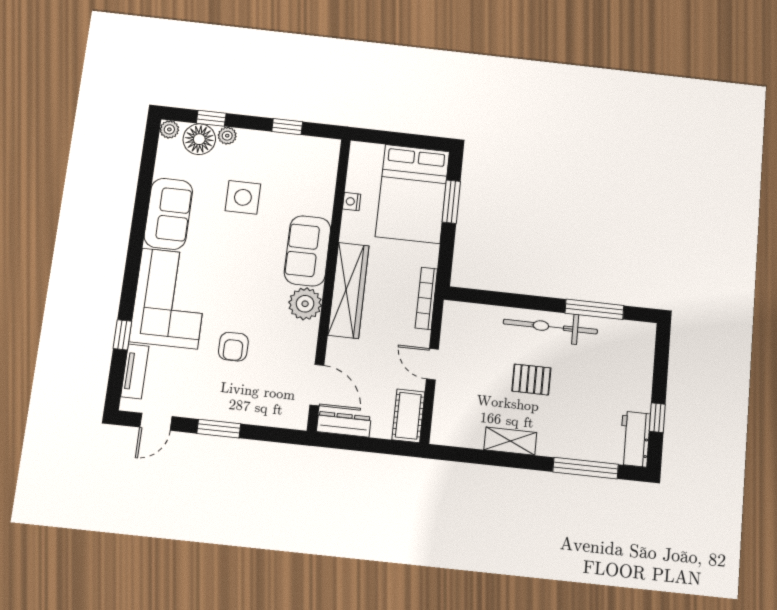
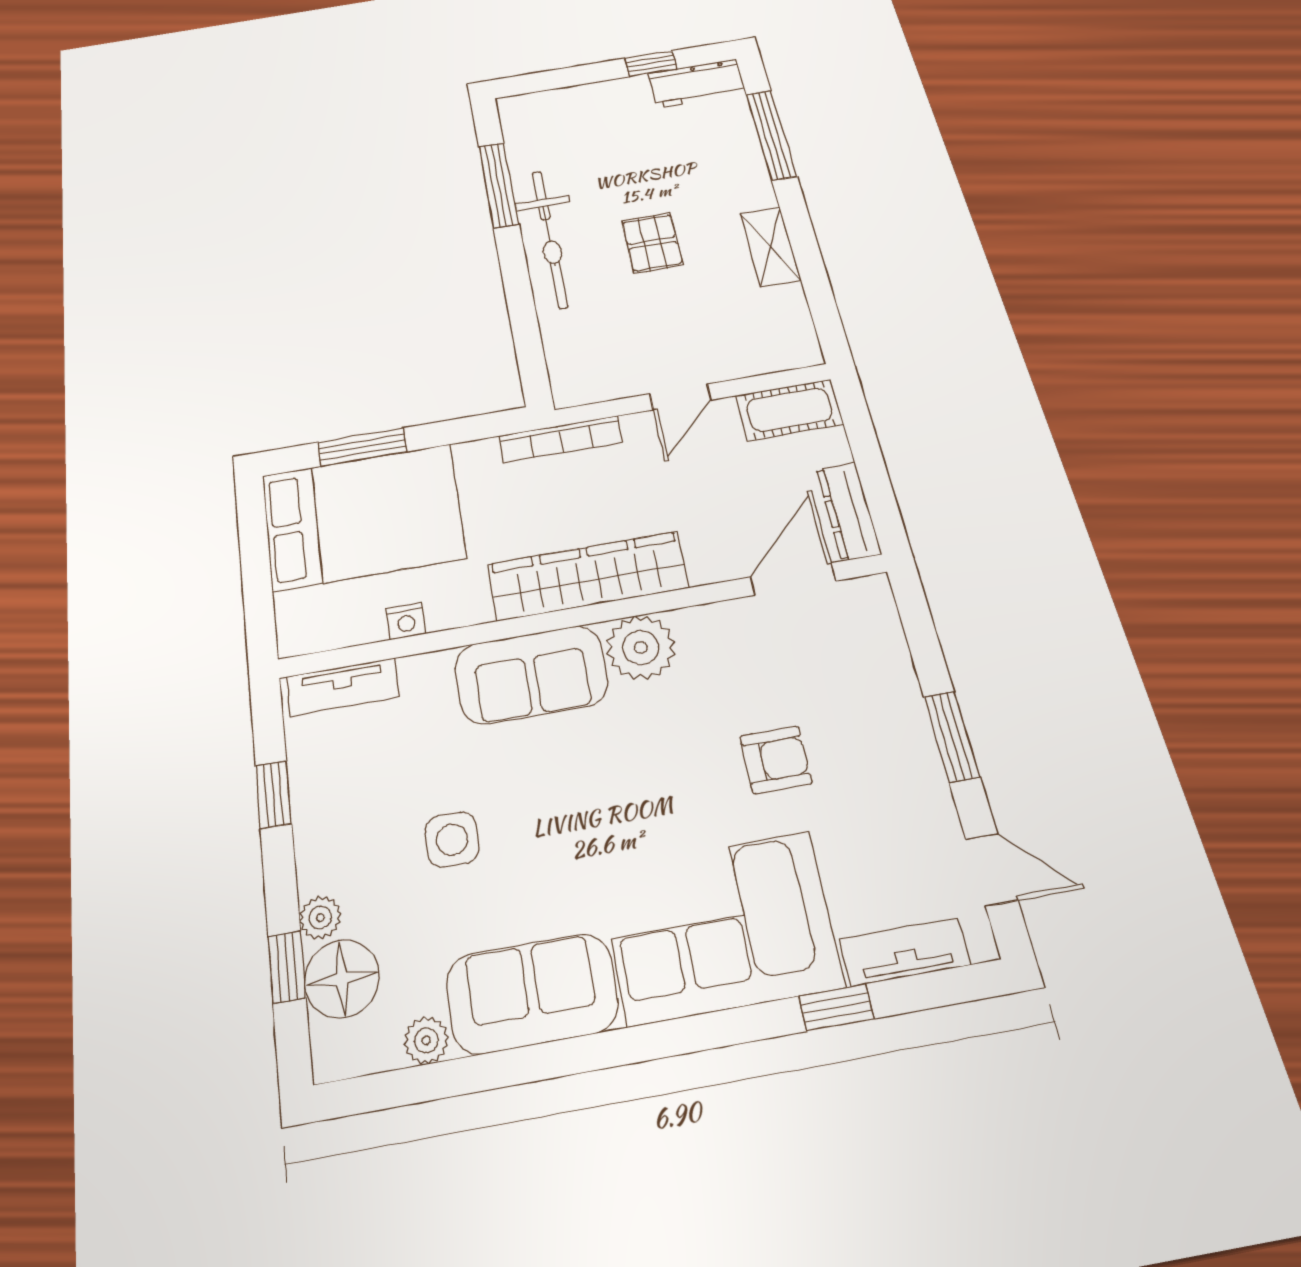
plant: (169, 129) -> (426, 1040), moved
tv unit: (328, 166) -> (342, 687), added
side table: (243, 197) -> (452, 839), width x0.73, depth x0.73

